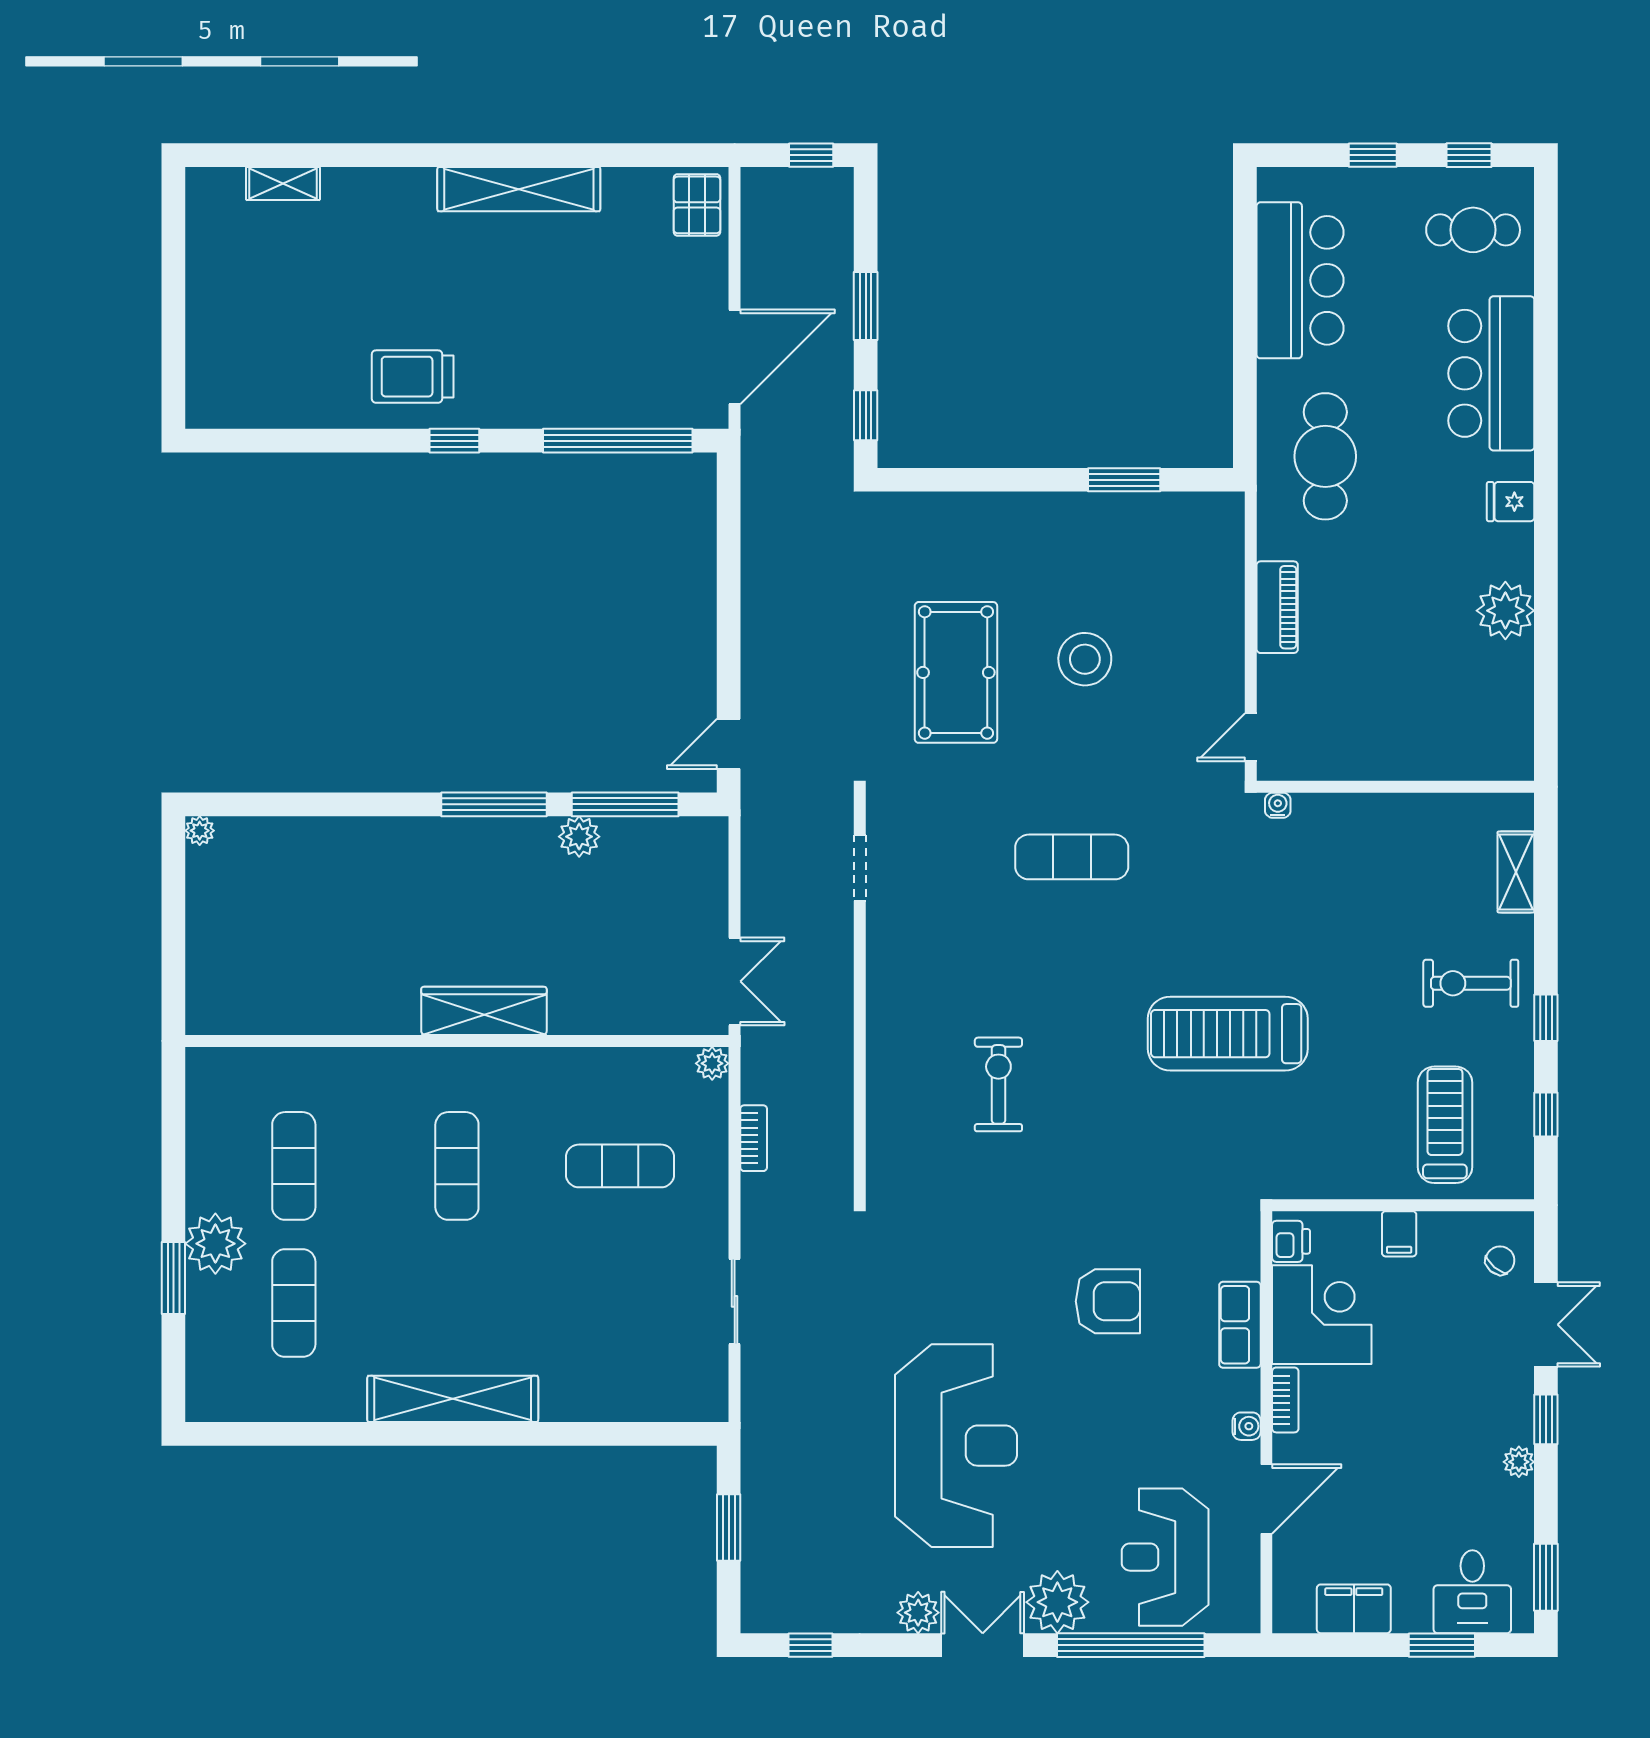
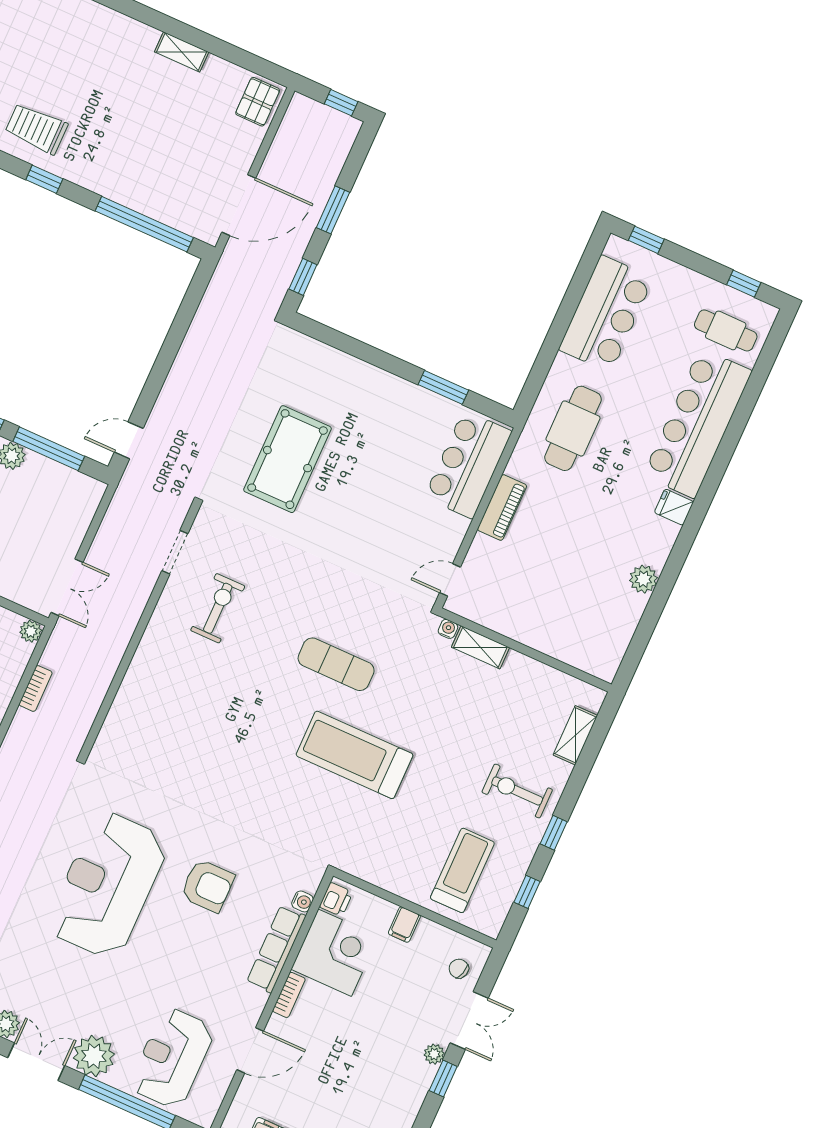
window: (1373, 155) -> (646, 240), moved
shelving: (519, 189) -> (182, 52), width x0.45, depth x0.75
bar counter: (1491, 373) -> (697, 423), width x1.36
bar counter: (1205, 569) -> (468, 464), added
plant: (1505, 611) -> (643, 579), width x0.73, depth x0.73
stool: (1085, 659) -> (370, 486), removed
shelving: (1333, 810) -> (480, 647), added
exercise mat: (1072, 857) -> (336, 664), moved
exercise bike: (998, 1084) -> (218, 608), moved
chair: (1500, 1260) -> (459, 969), turned -114
row of seats: (1240, 1325) -> (276, 949), width x1.48
water cooler: (1247, 1426) -> (302, 901), moved
reception desk: (956, 1446) -> (108, 885), moved, turned 180
plant: (1519, 1462) -> (434, 1054), moved

